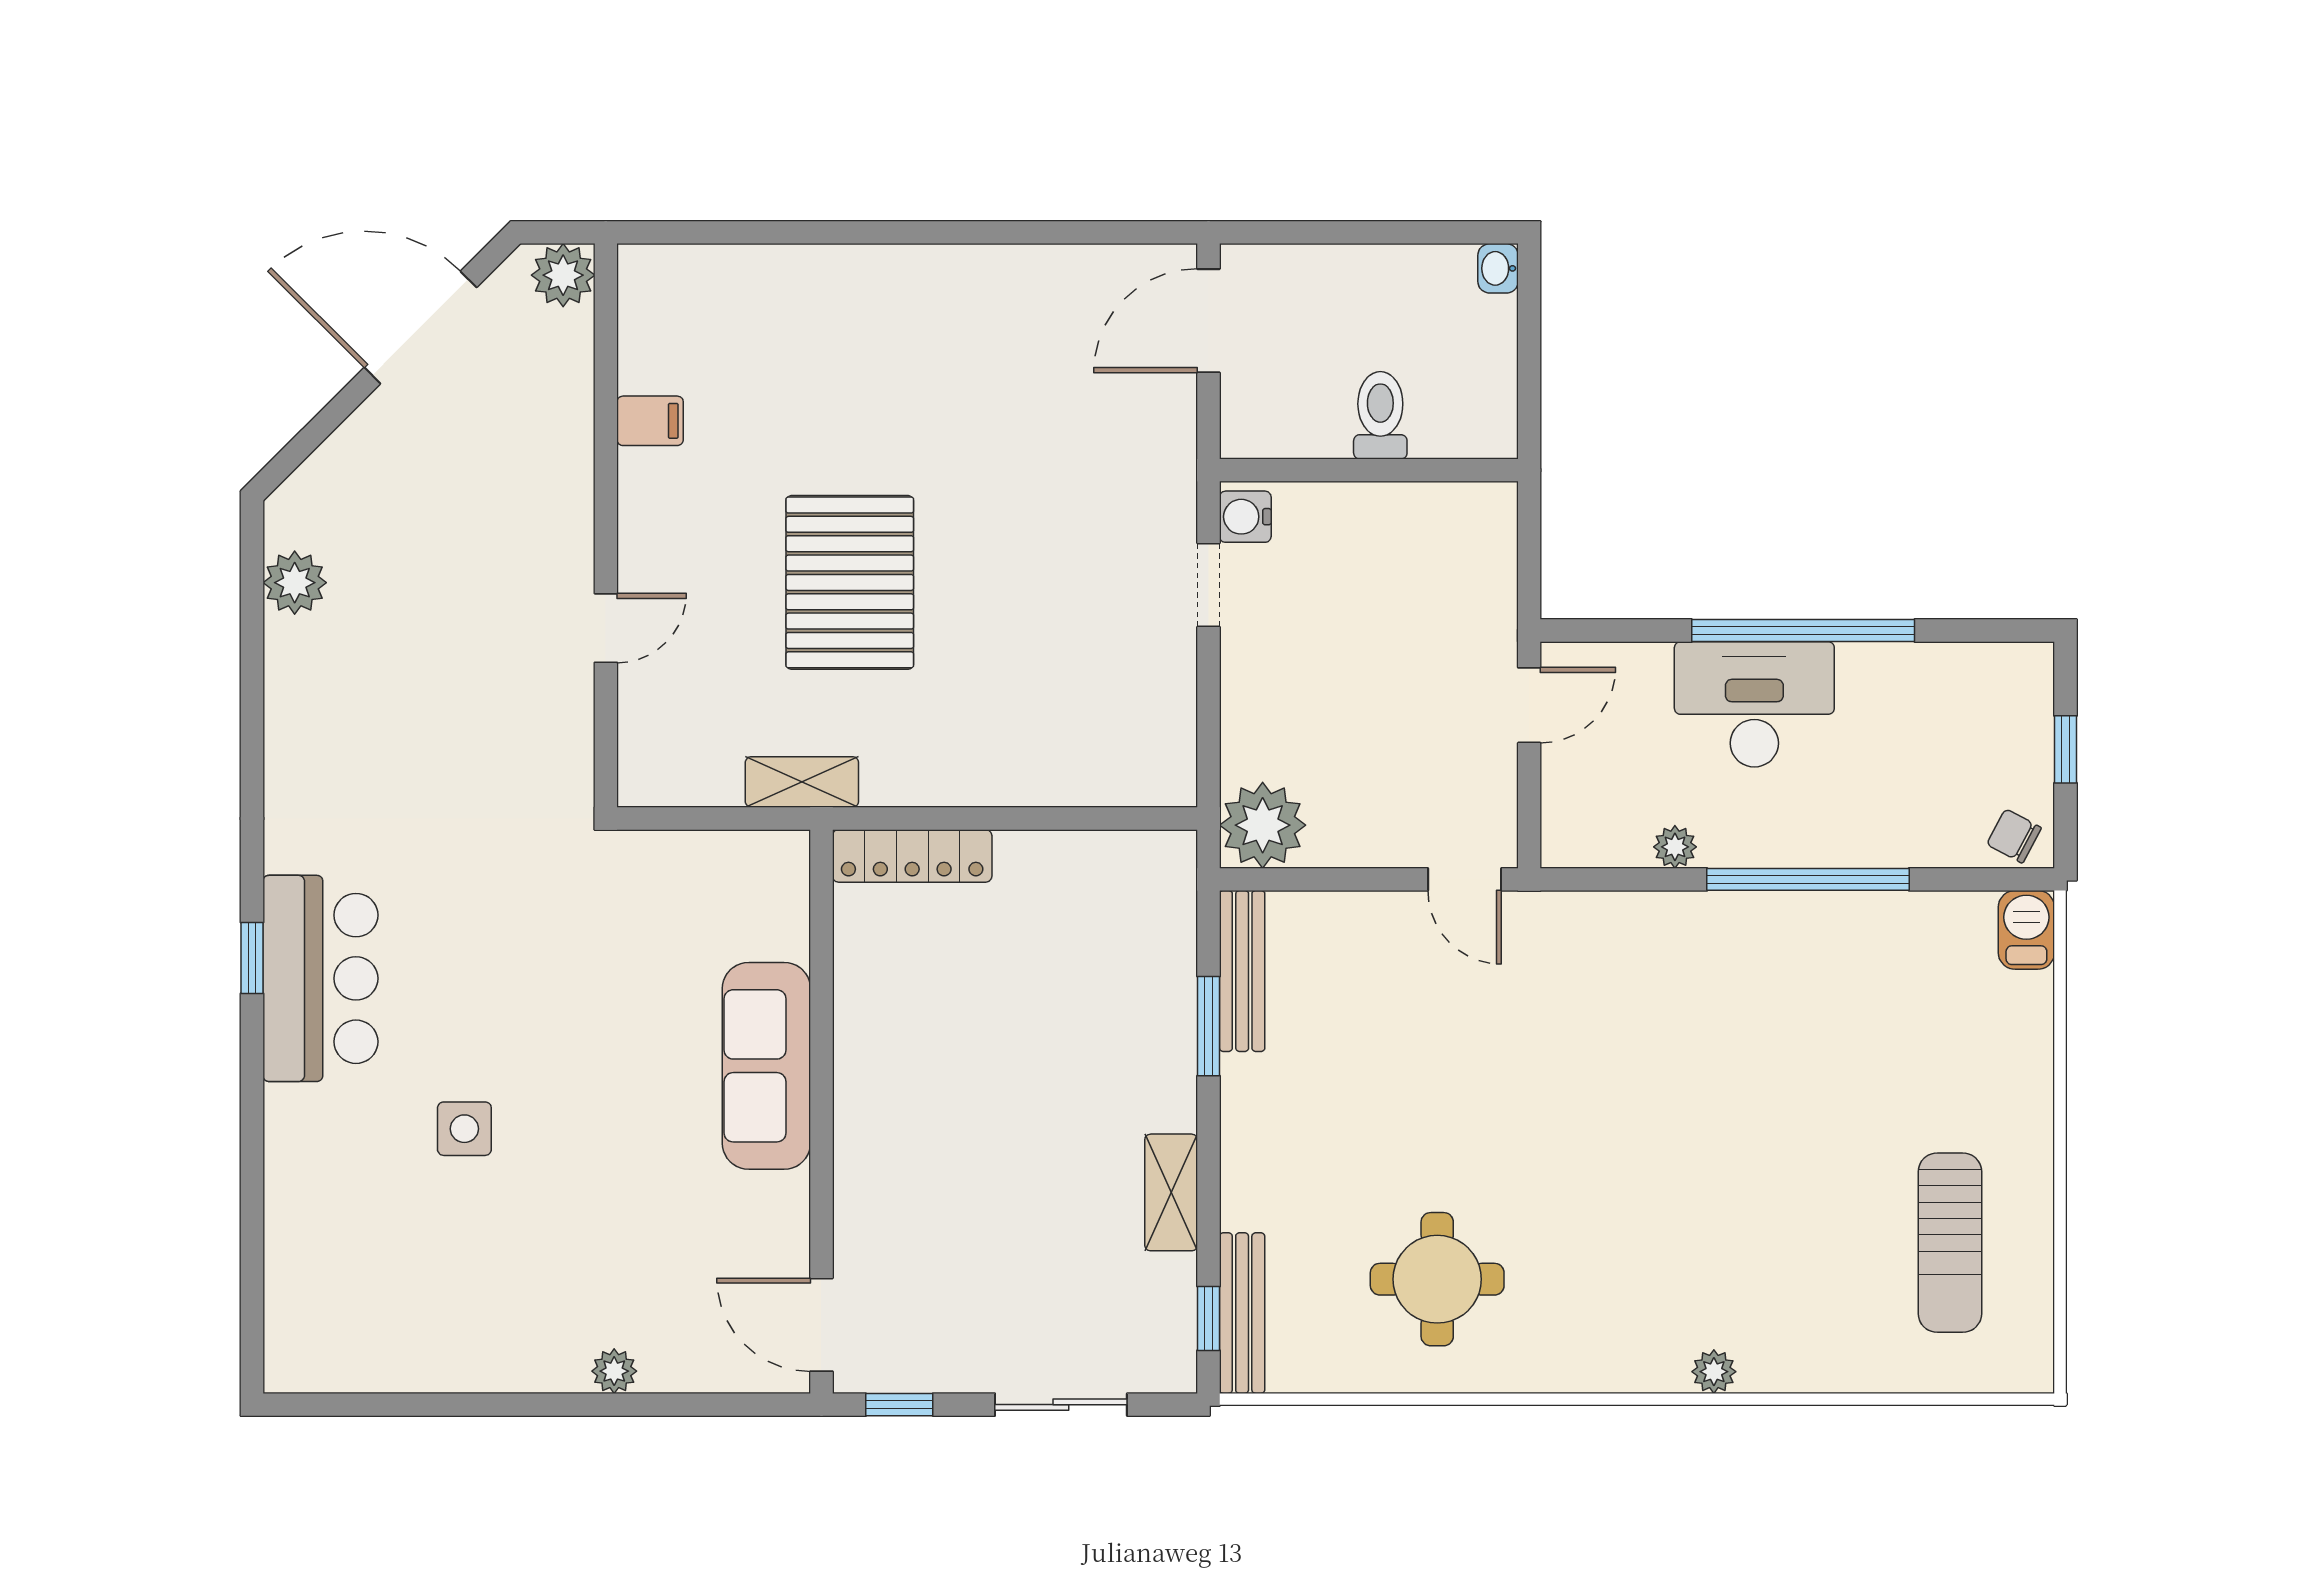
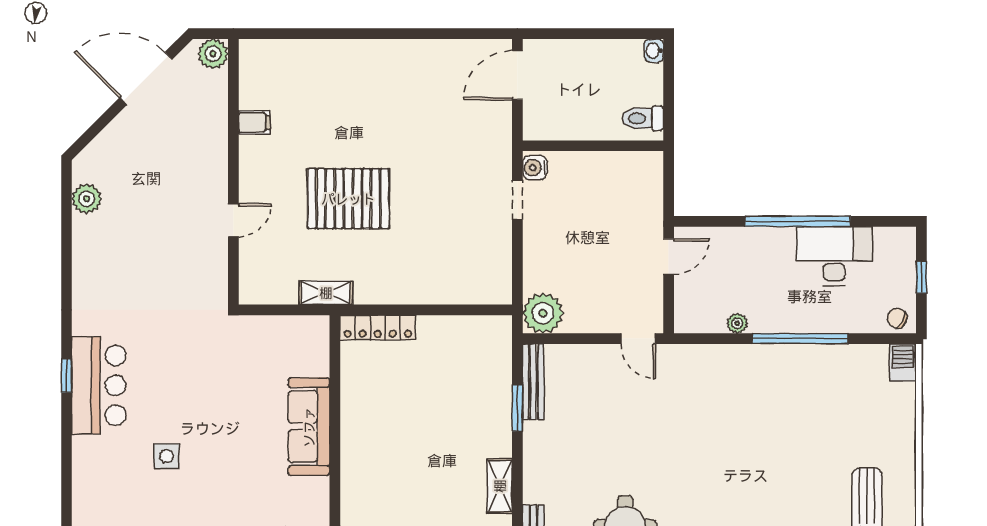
toilet: (1380, 415) -> (643, 118), moved, turned -90
pallet: (850, 582) -> (348, 199), turned 90
desk: (1754, 704) -> (834, 256), moved

